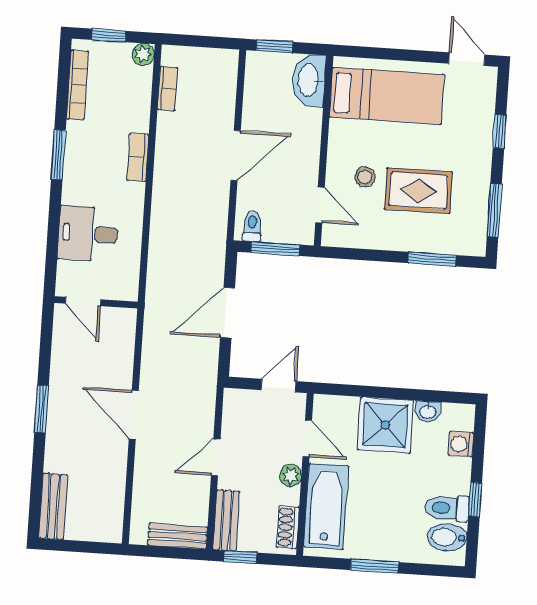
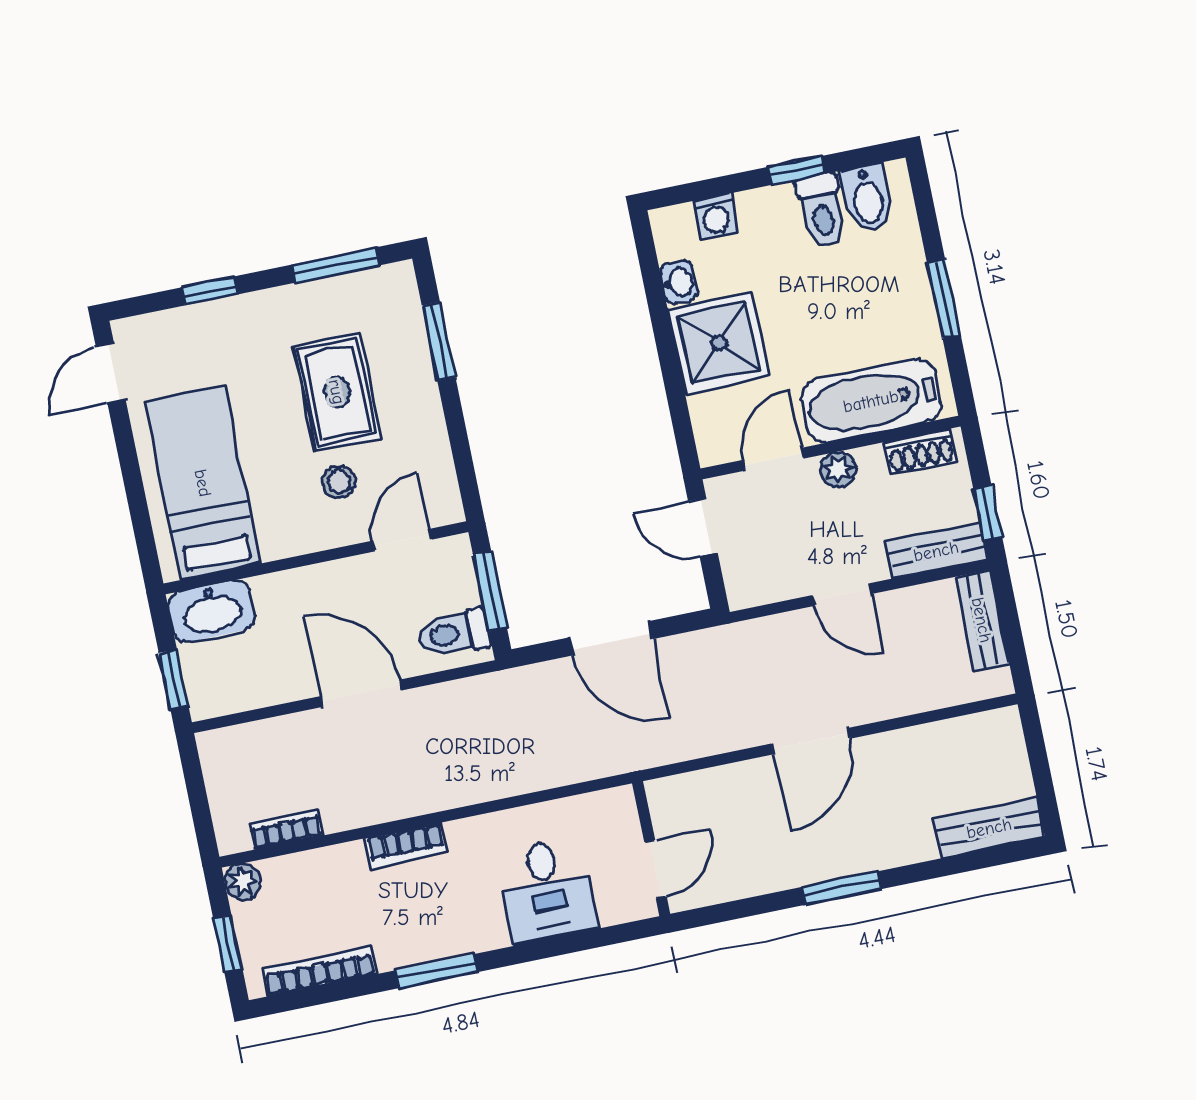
toilet: (252, 226) -> (454, 633), width x1.37, depth x1.39

